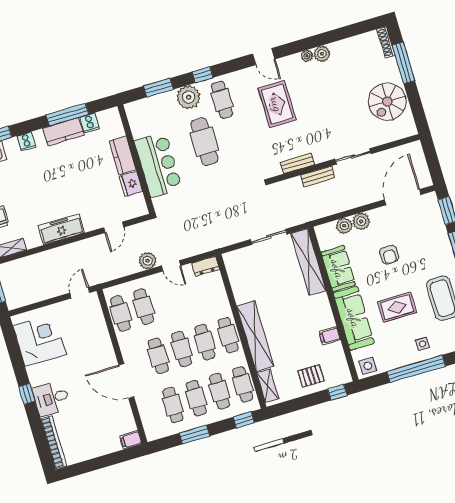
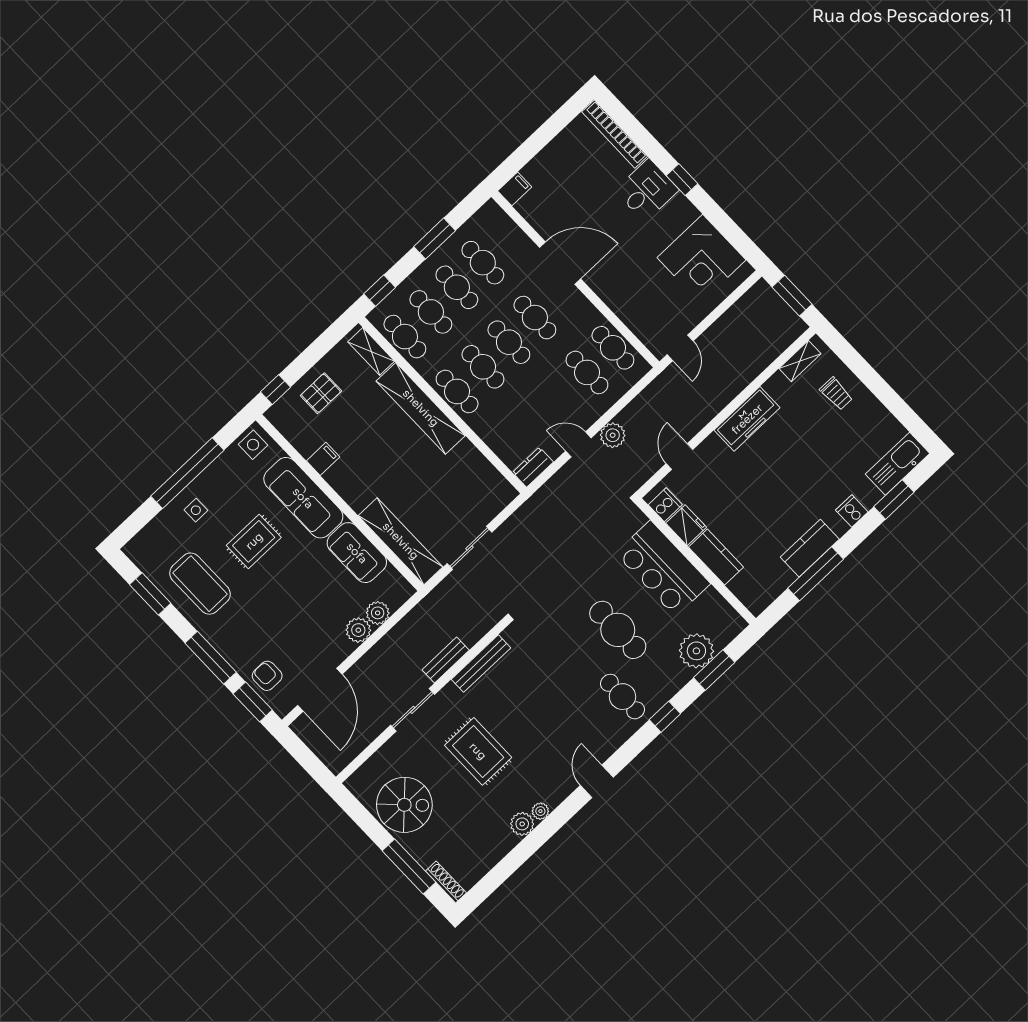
door: (264, 57) -> (597, 781), hinge flipped
plant: (189, 97) -> (696, 651), moved
spiral stairs: (387, 102) -> (404, 805), turned 90
rug: (277, 104) -> (478, 751), moved
cooker: (90, 123) -> (665, 505), moved, turned 90
bench: (297, 163) -> (481, 664), width x1.36
armchair: (389, 255) -> (267, 676), moved

